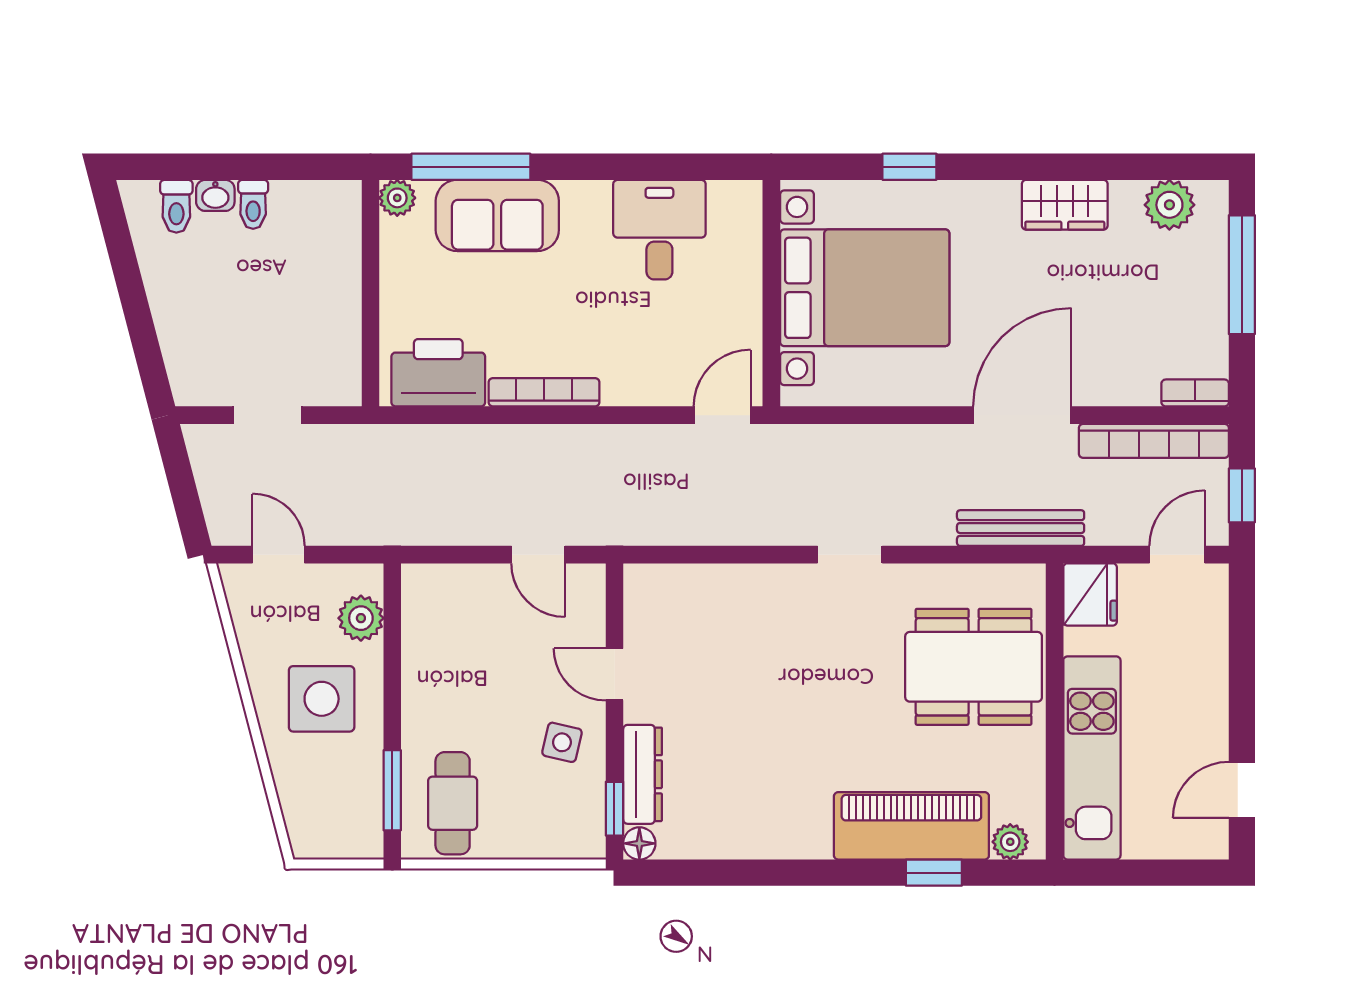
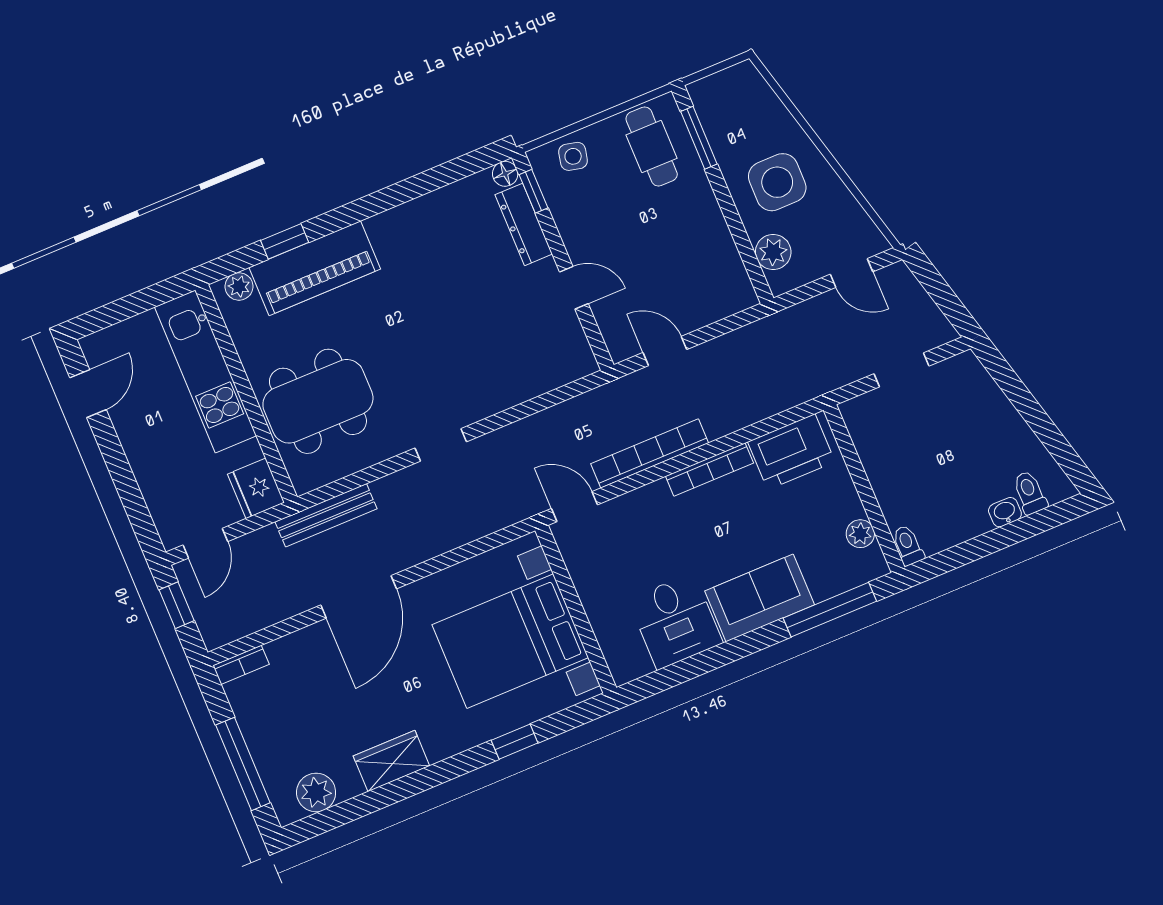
plant: (397, 198) -> (860, 534), moved
toilet: (253, 204) -> (908, 545), moved
sofa: (497, 215) -> (760, 598), moved
door: (722, 415) -> (574, 507), swing flipped
bookcase: (1154, 441) -> (650, 453), moved
side table: (562, 742) -> (573, 156), moved

